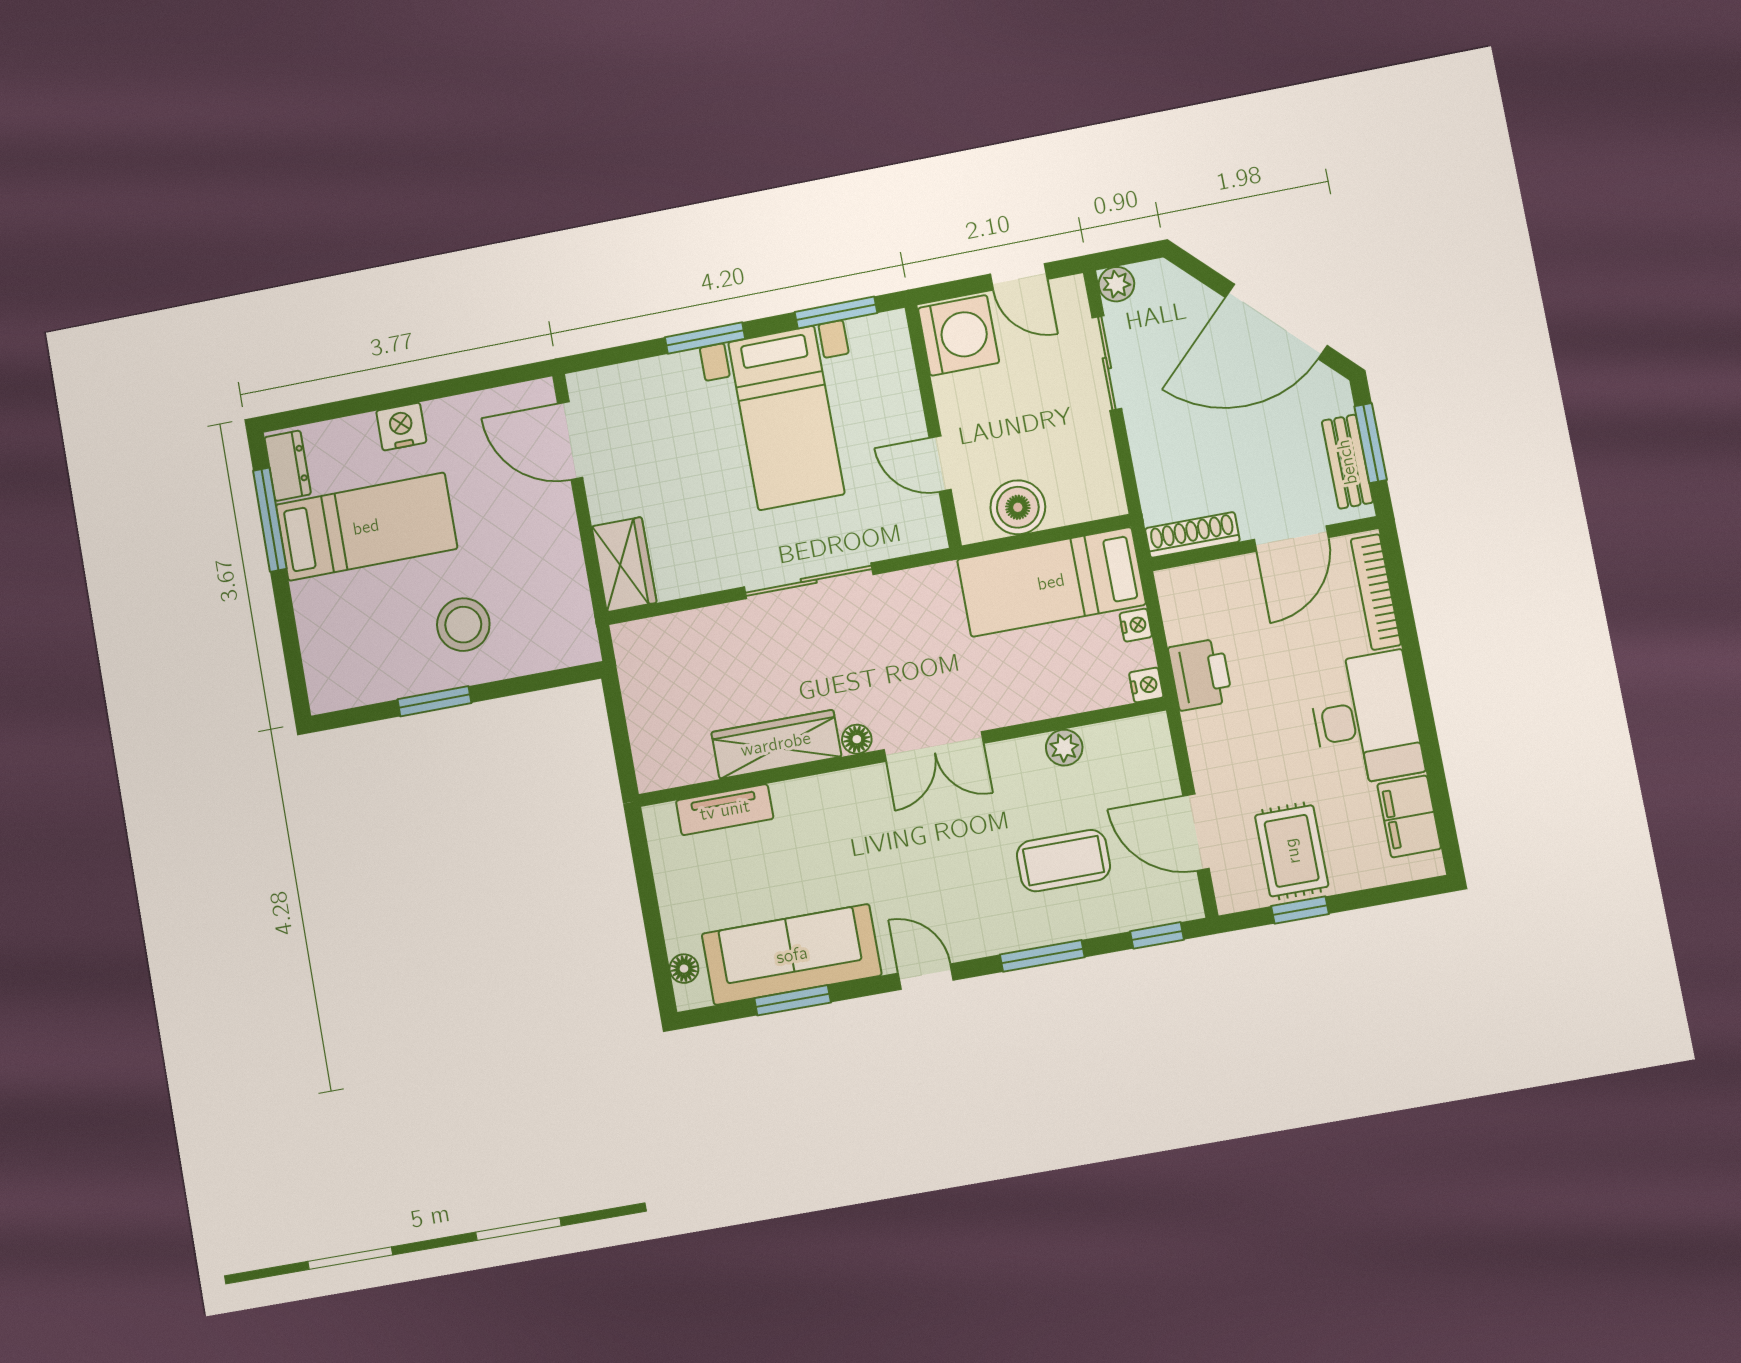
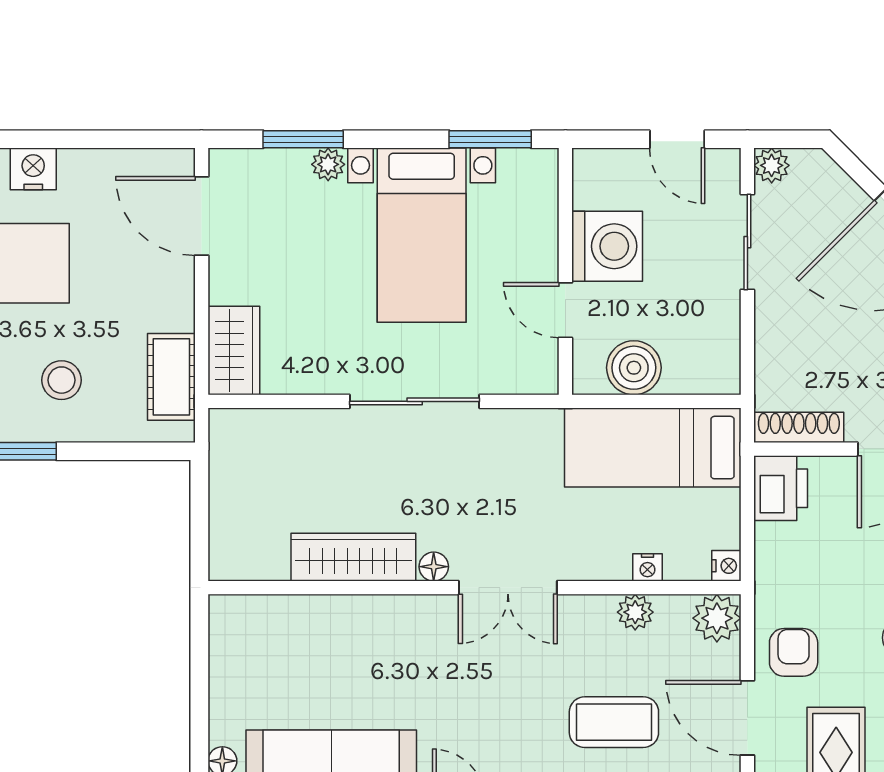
washing machine: (959, 335) -> (607, 246), moved
window: (705, 338) -> (303, 139), moved
plant: (683, 367) -> (328, 164), added
cot: (568, 601) -> (171, 377), added
stool: (463, 625) -> (62, 380), width x0.73, depth x0.73
nightstand: (1136, 625) -> (647, 567), moved, turned 90
printer: (1200, 674) -> (781, 488), moved
plant: (1147, 739) -> (717, 618), added
armchair: (1230, 759) -> (794, 652), added
tv unit: (725, 810) -> (291, 612), removed

